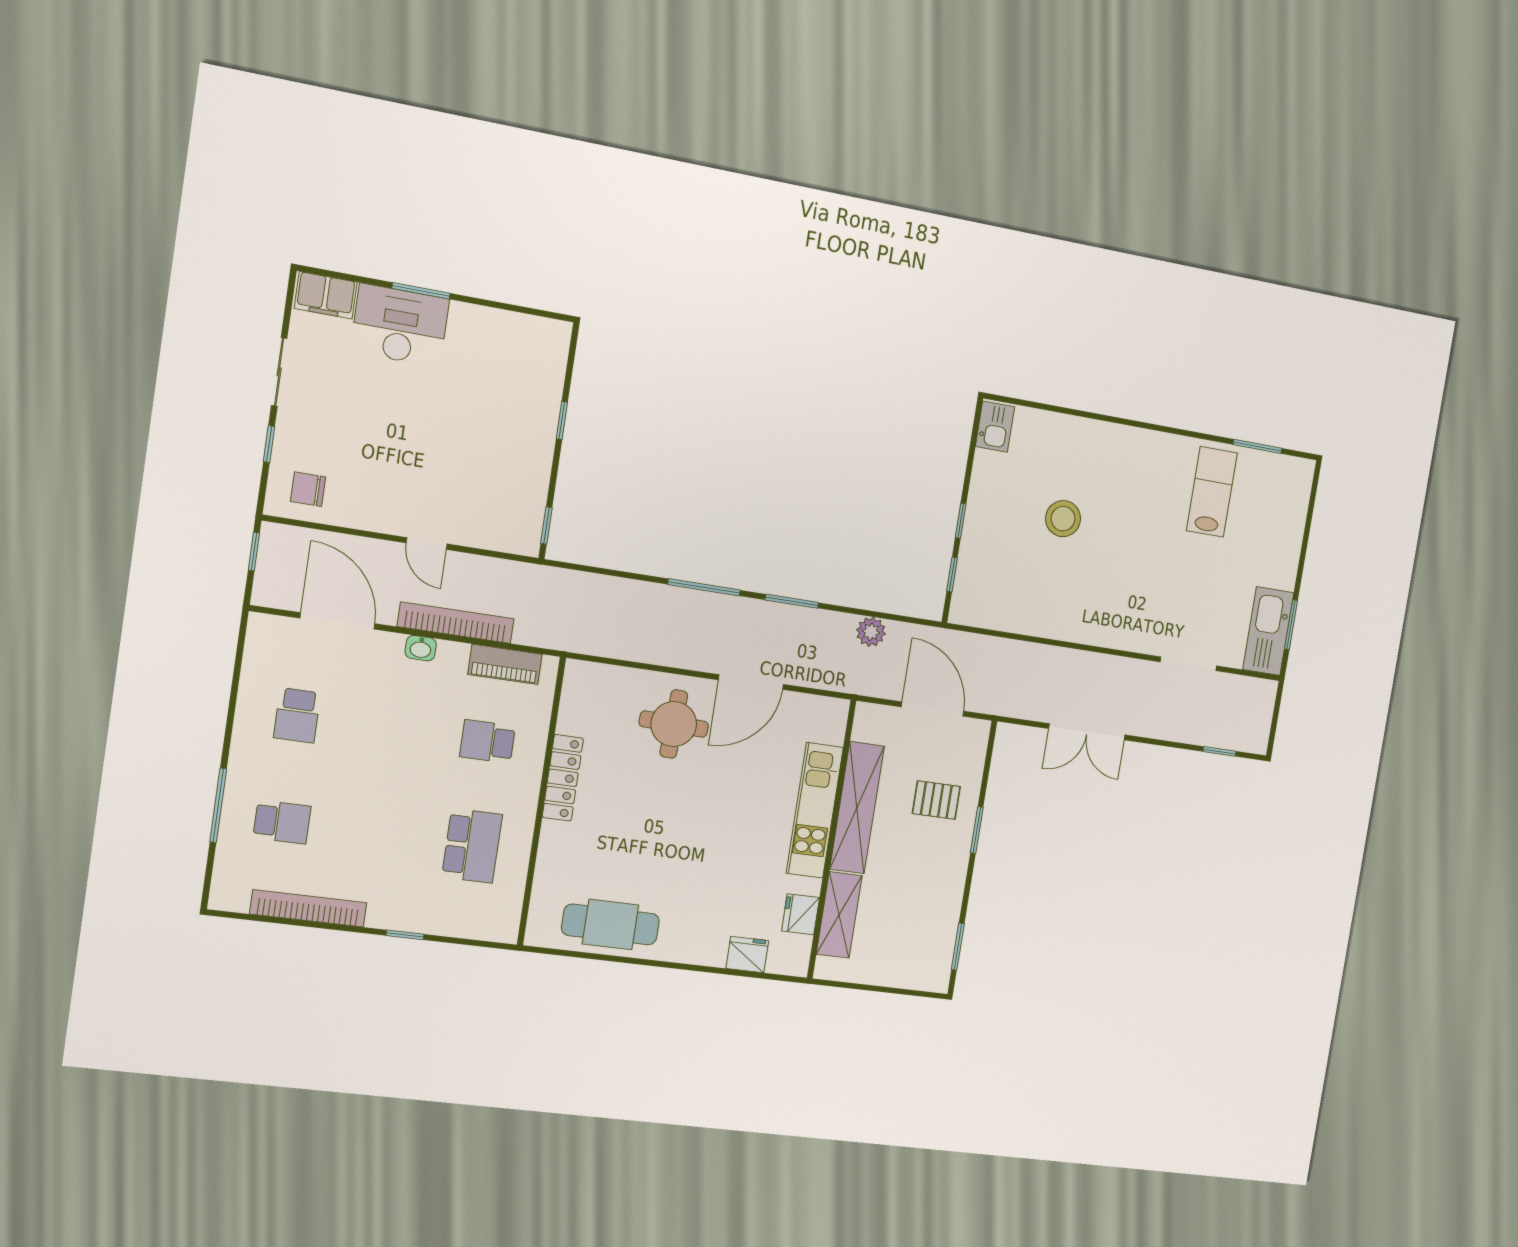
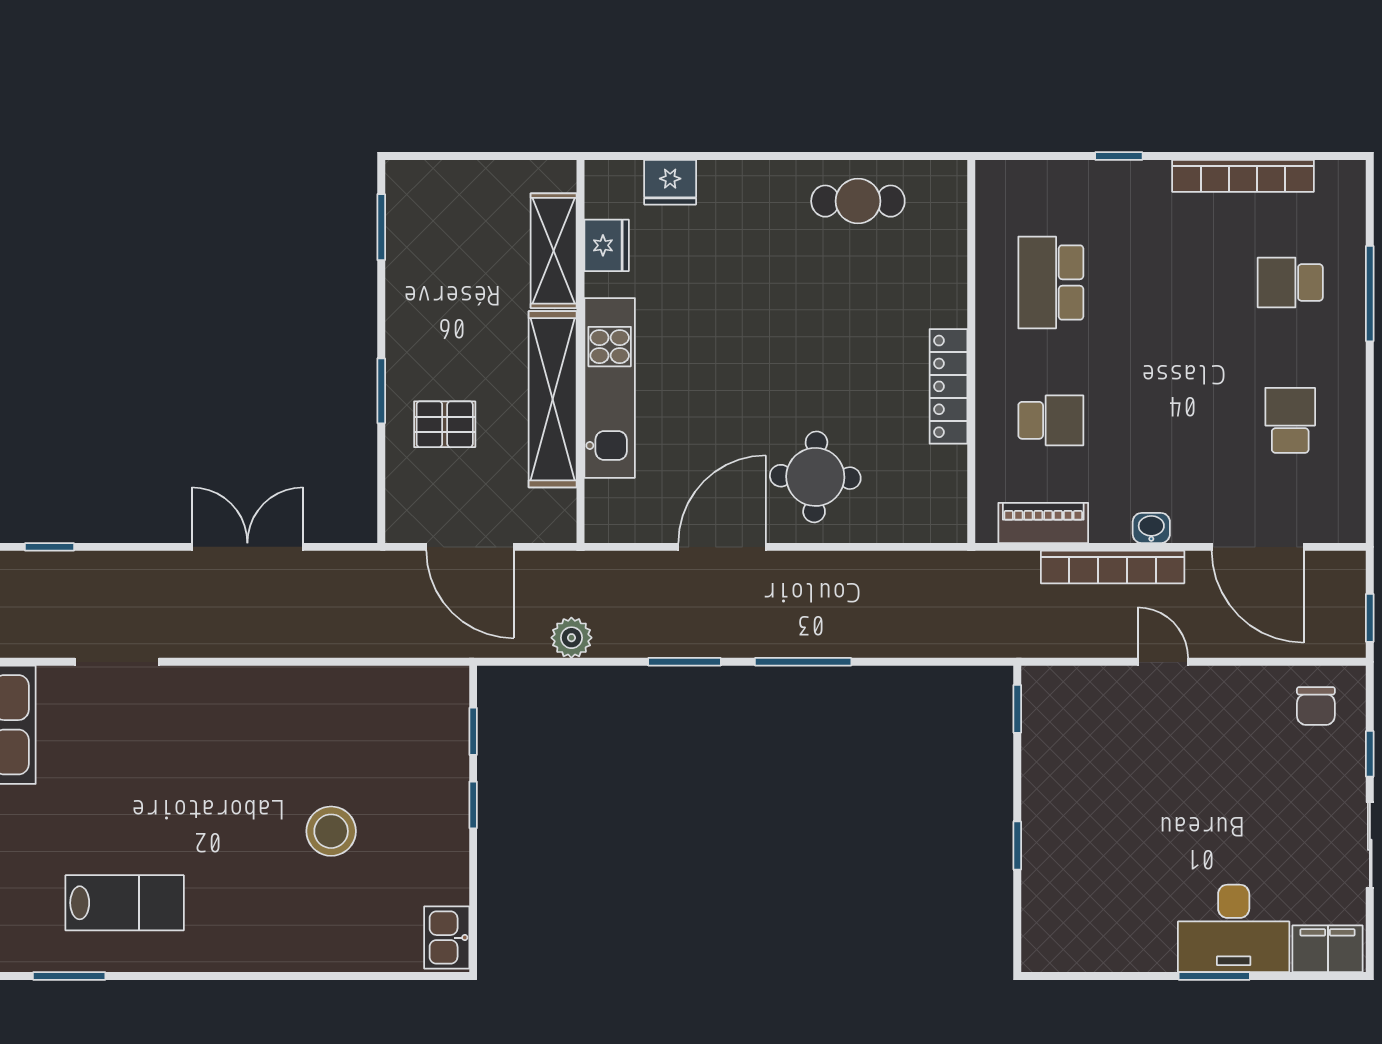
chair: (308, 489) -> (1316, 706), turned 90
lab bench: (1212, 492) -> (125, 903), turned -90
cafe table: (610, 924) -> (858, 201), width x0.73, depth x0.74

